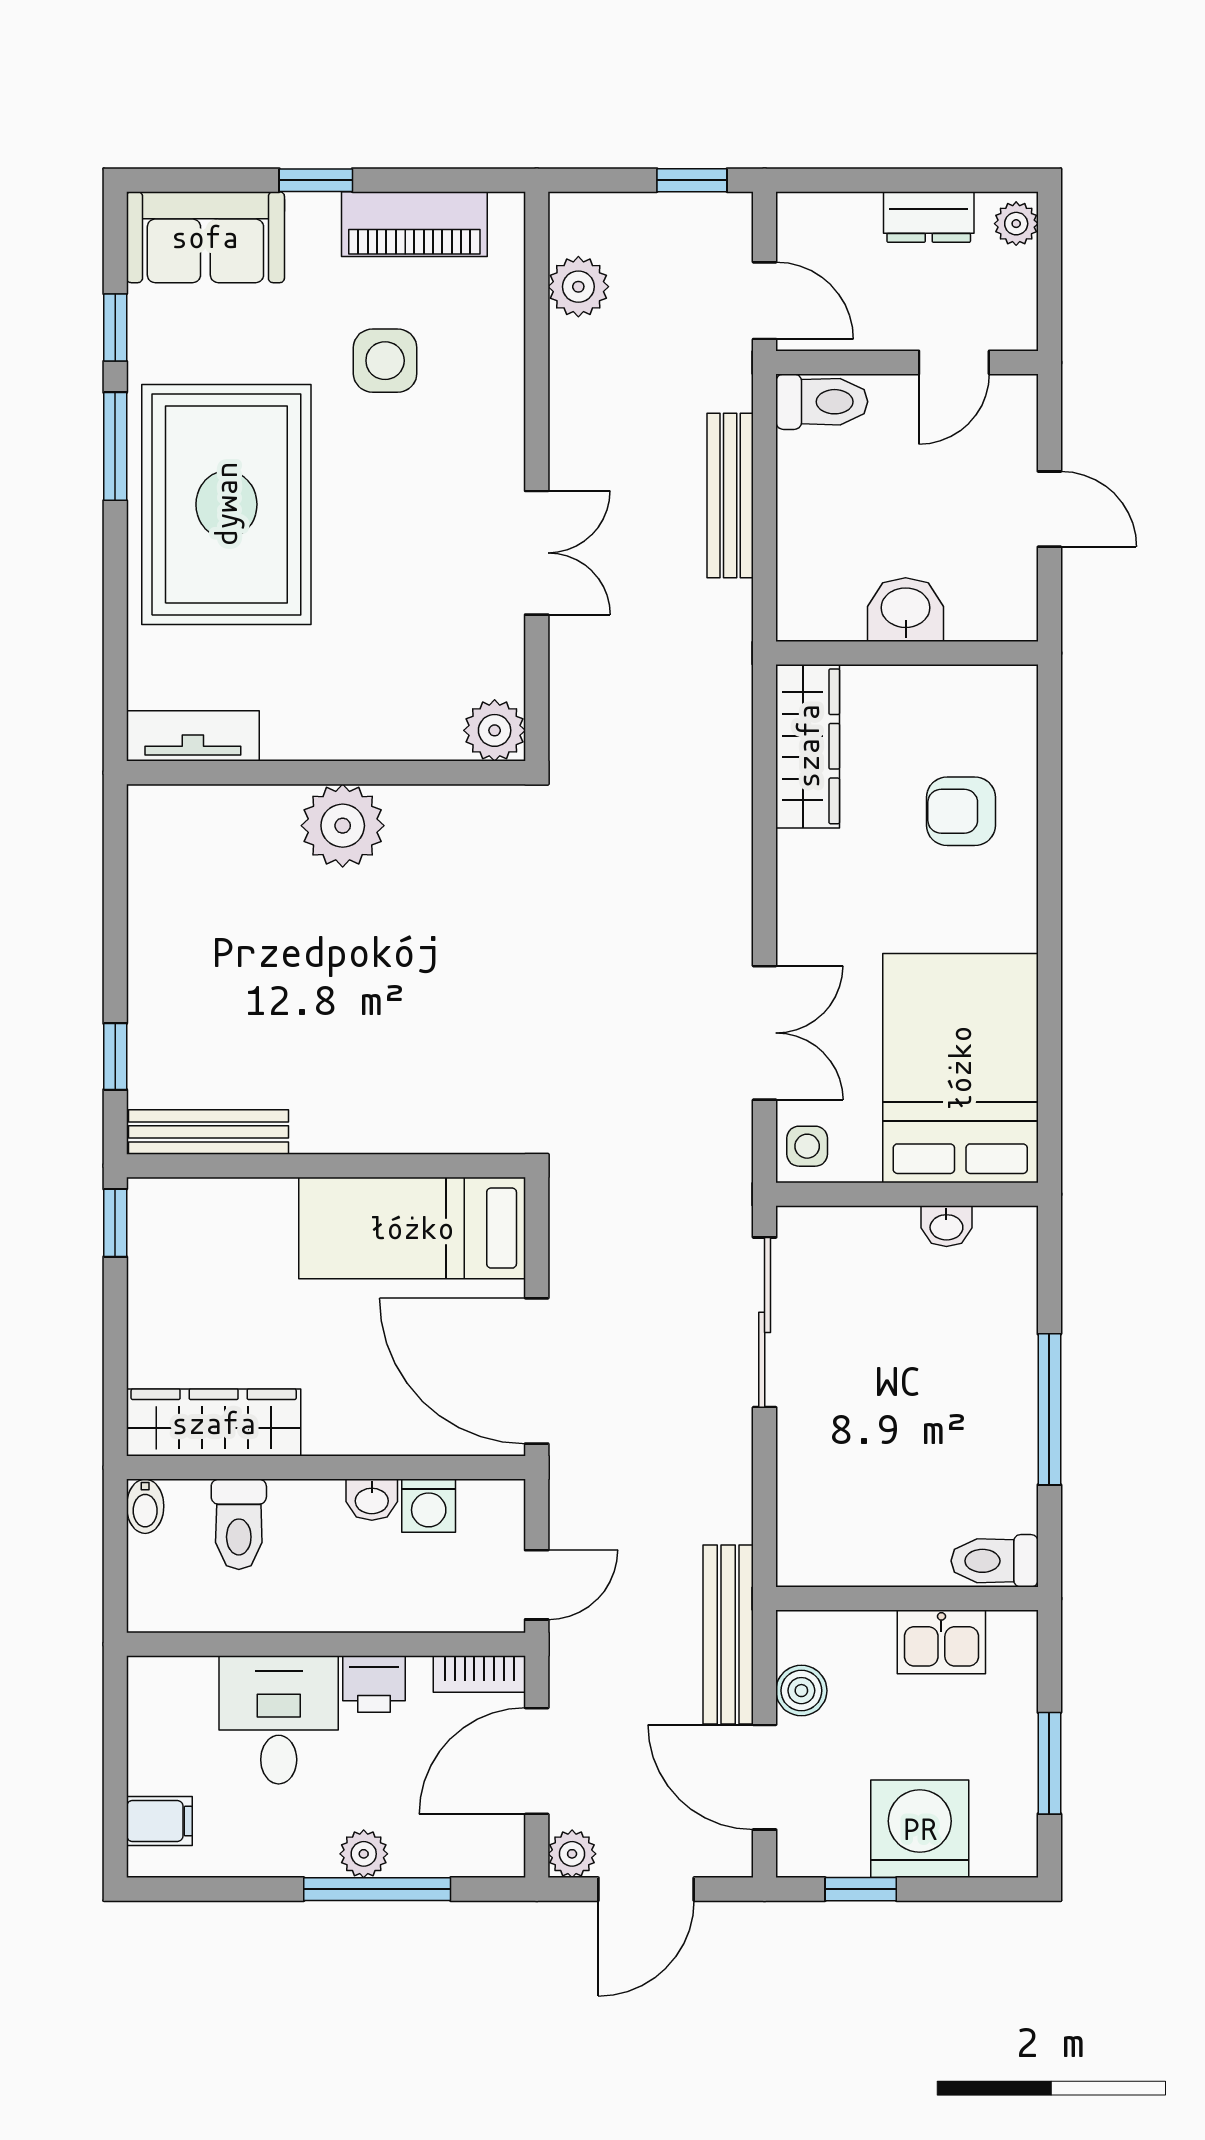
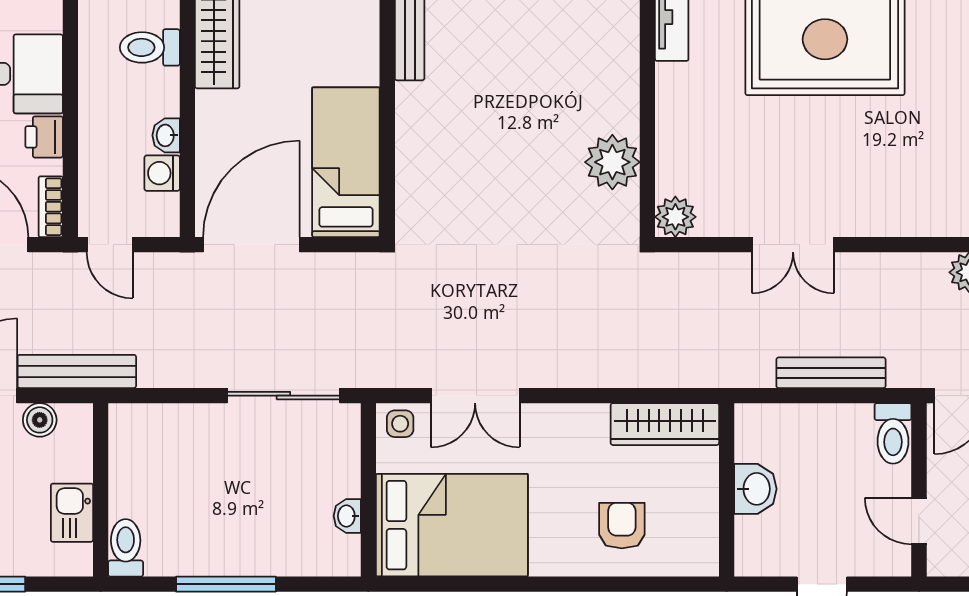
side table: (385, 361) -> (920, 144), removed
plant: (343, 826) -> (612, 162), moved

